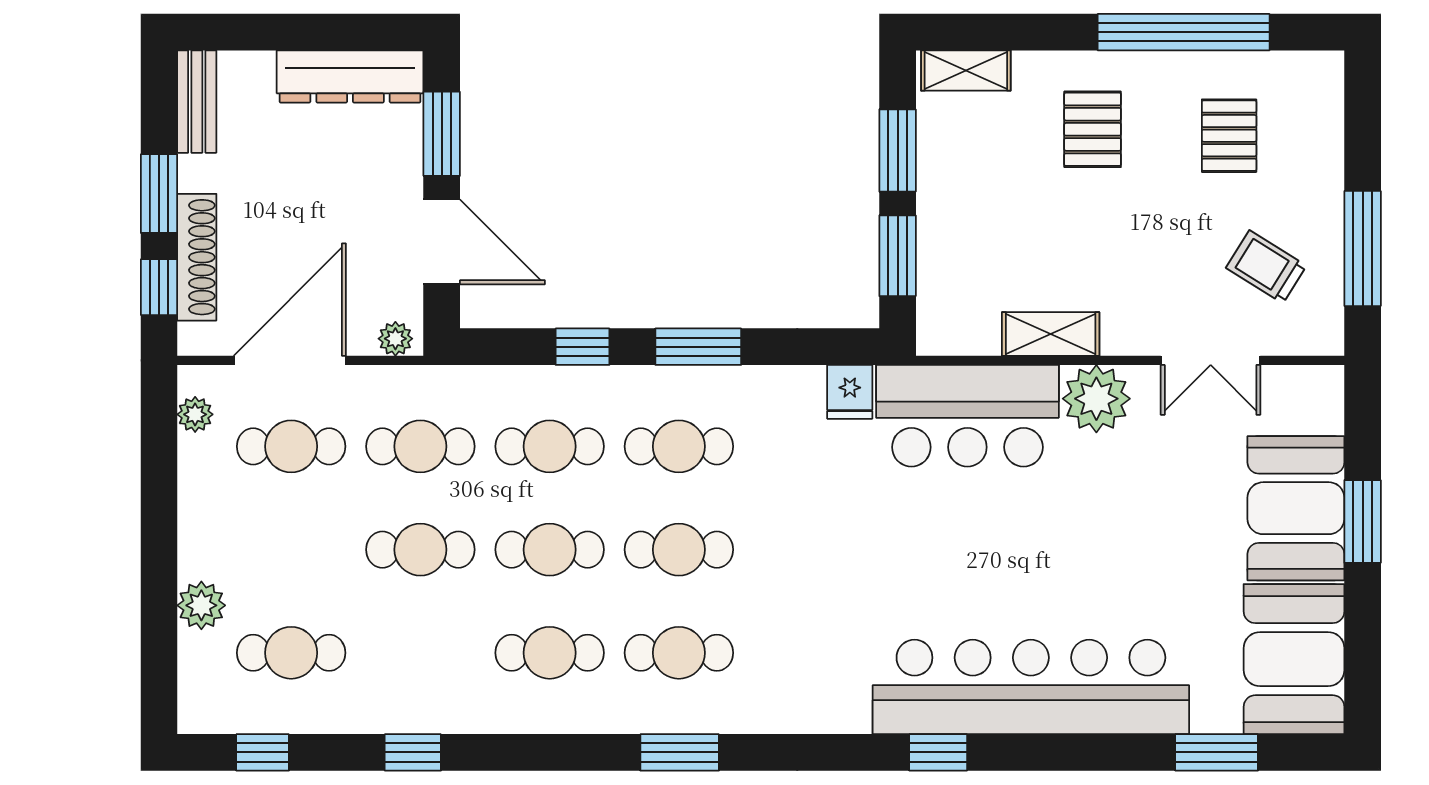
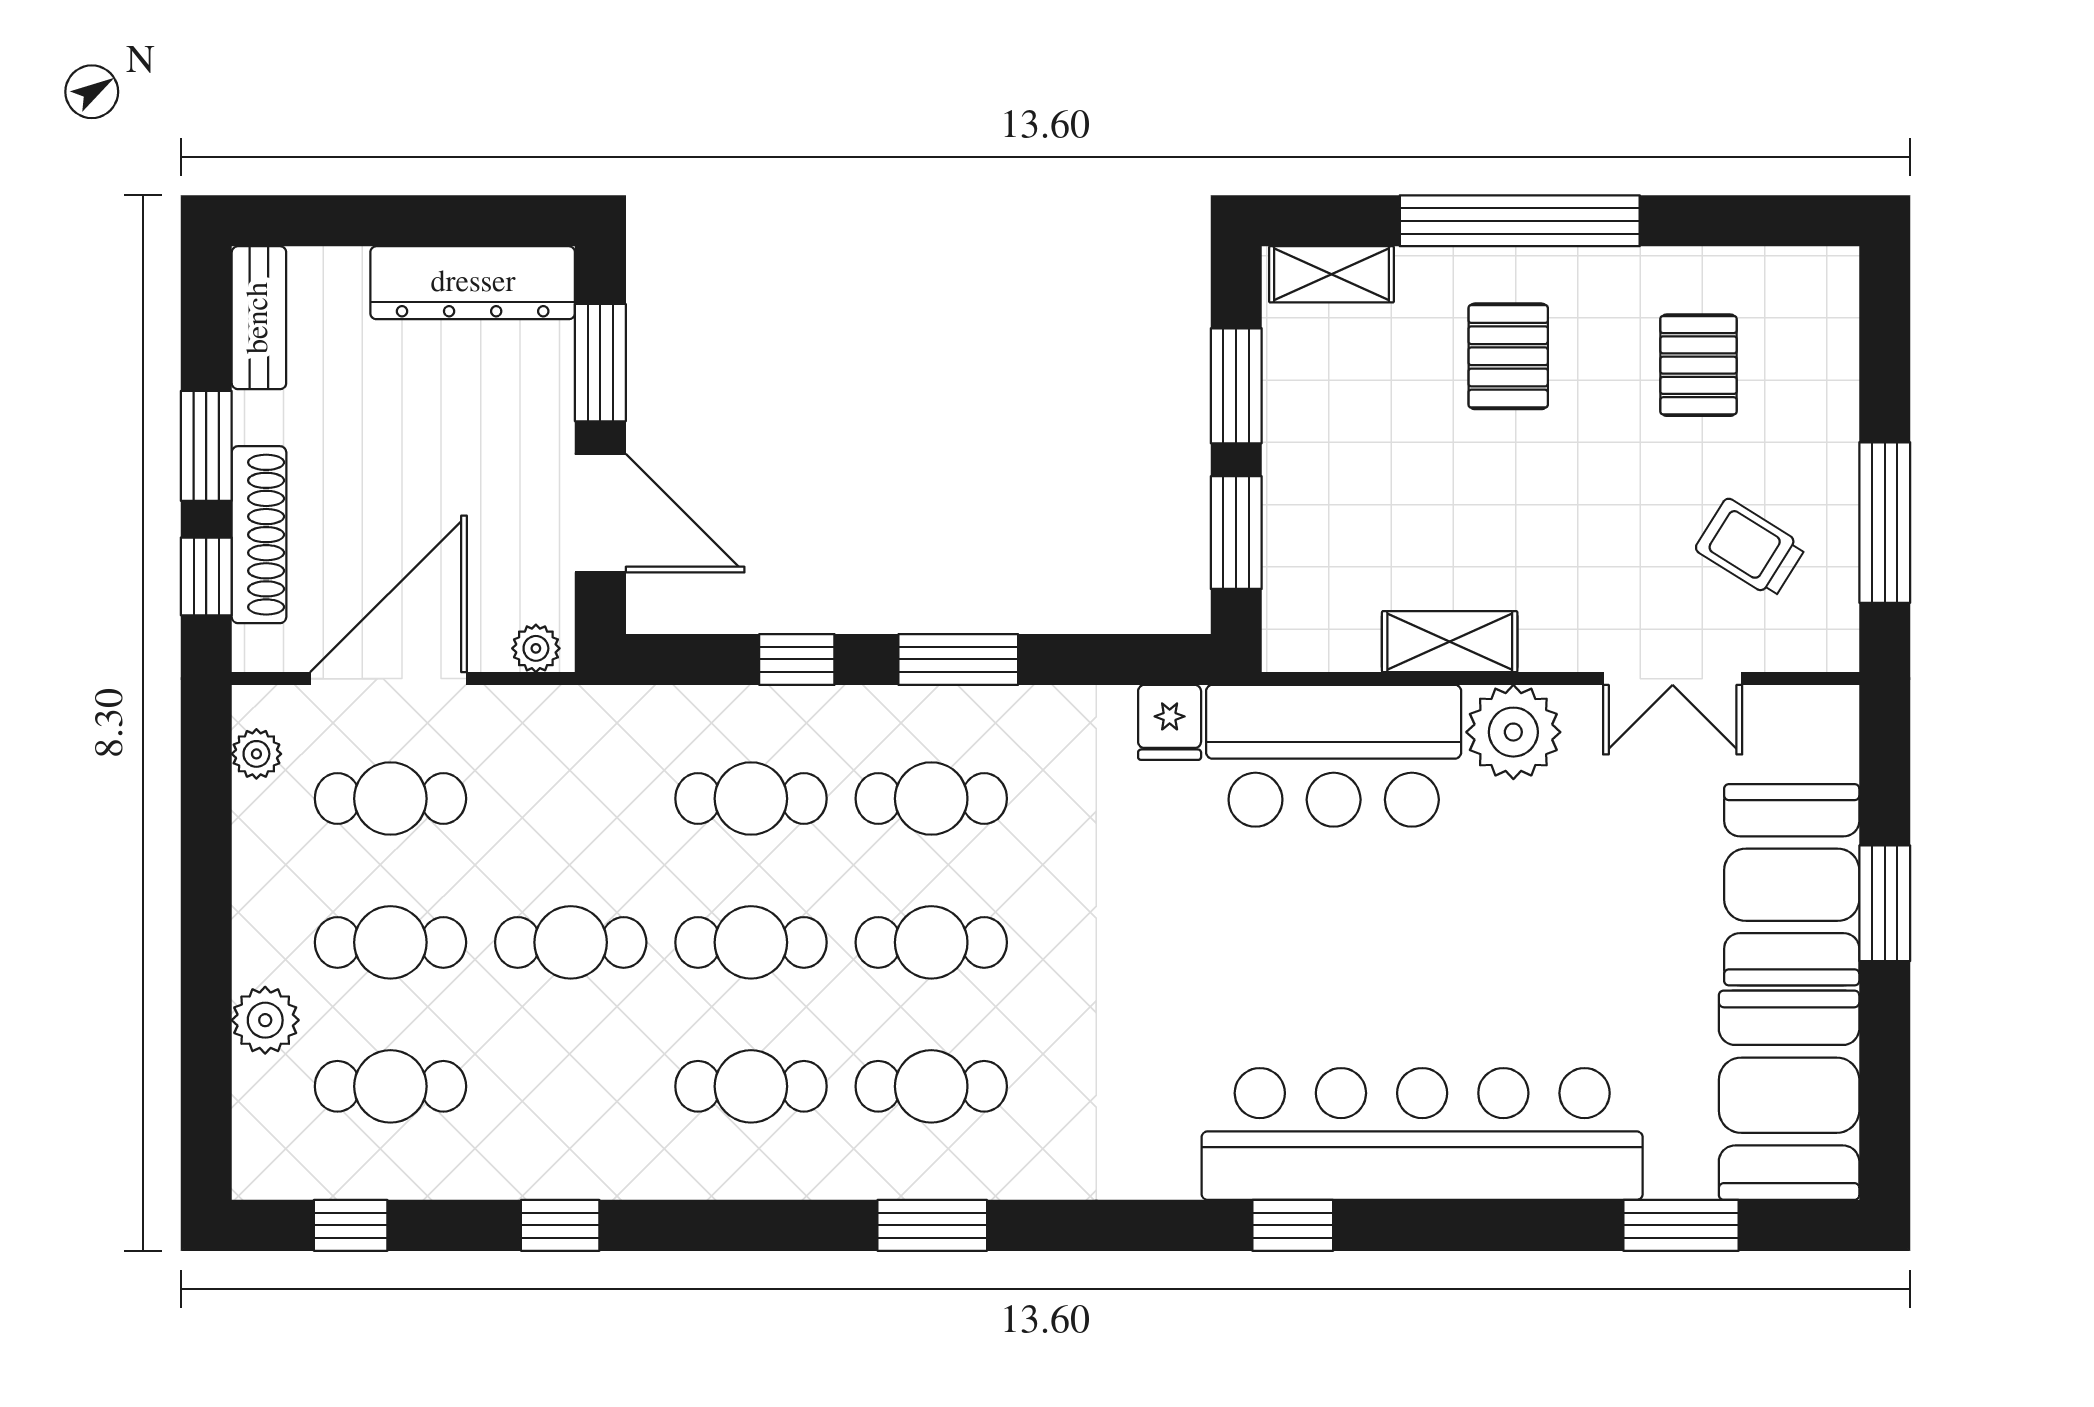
window: (1184, 32) -> (1520, 221), moved
cafe table: (420, 446) -> (390, 942), moved

